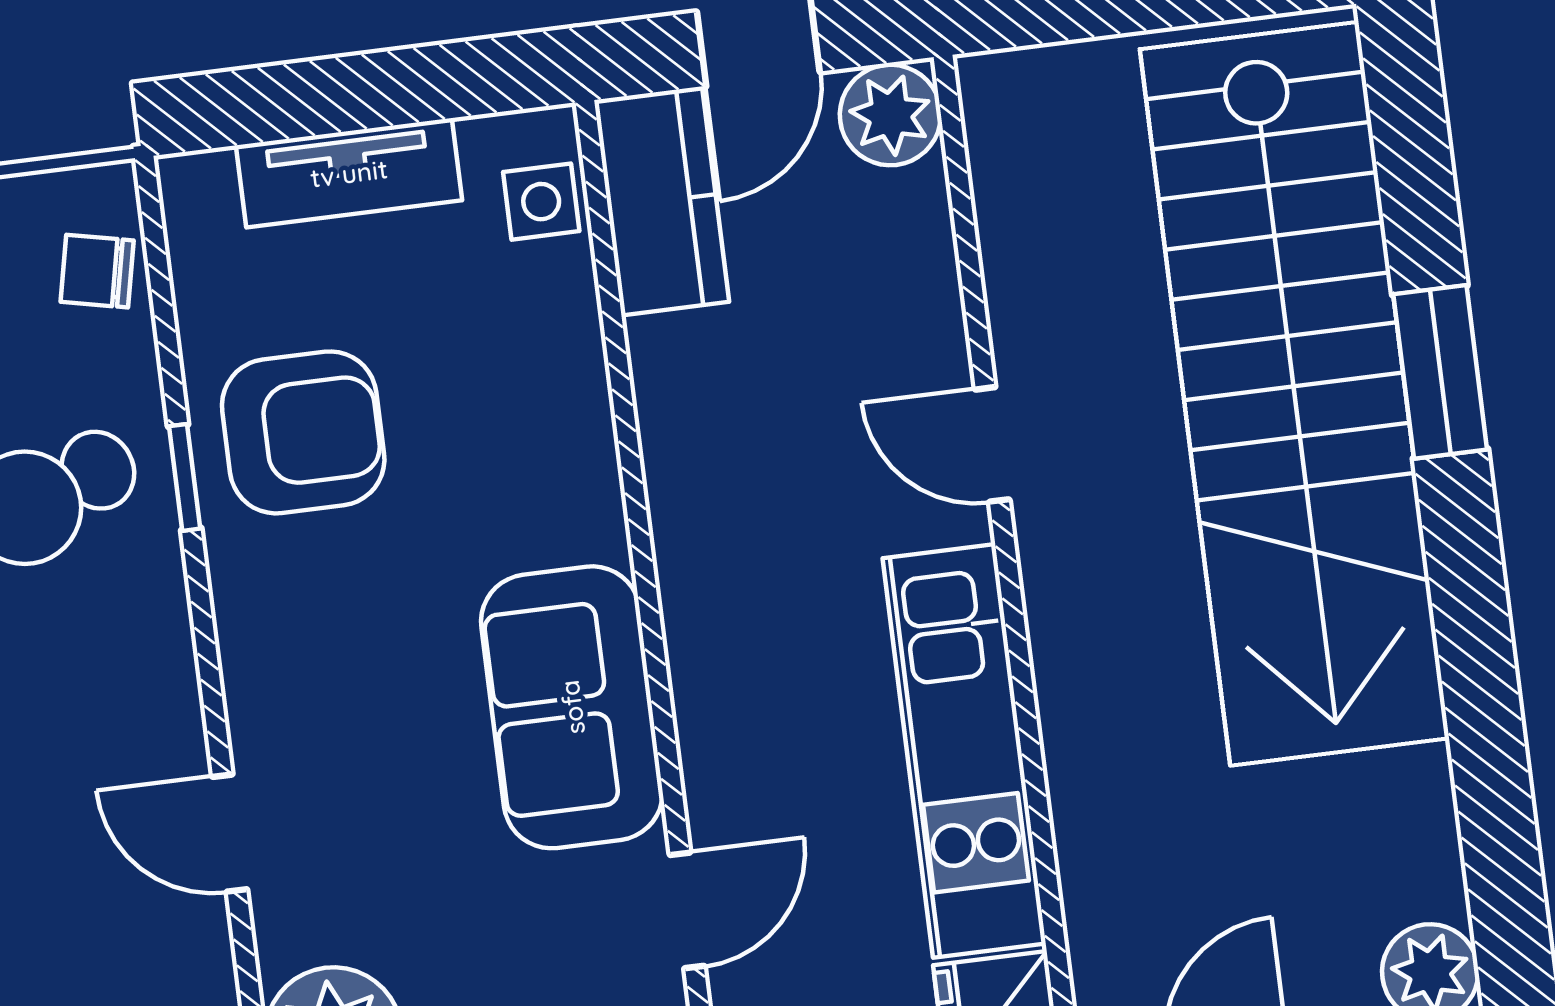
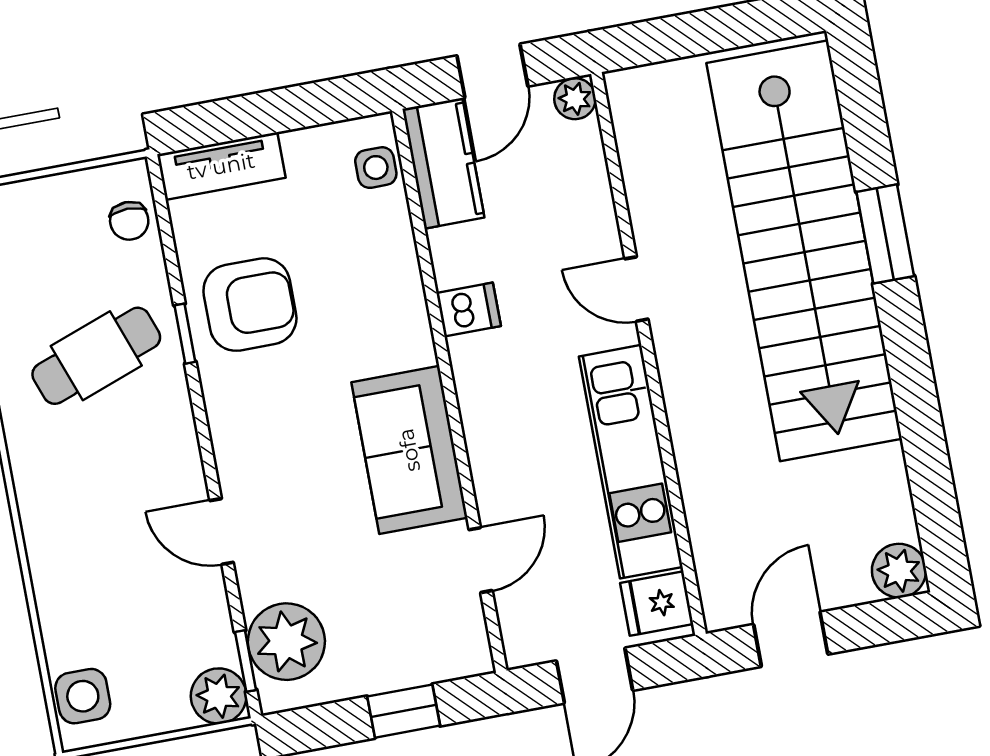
plant: (890, 115) -> (575, 99), width x0.73, depth x0.73
tv unit: (349, 173) -> (221, 166), moved
chair: (97, 271) -> (129, 221), turned -102
dishwasher: (692, 464) -> (469, 310), added

